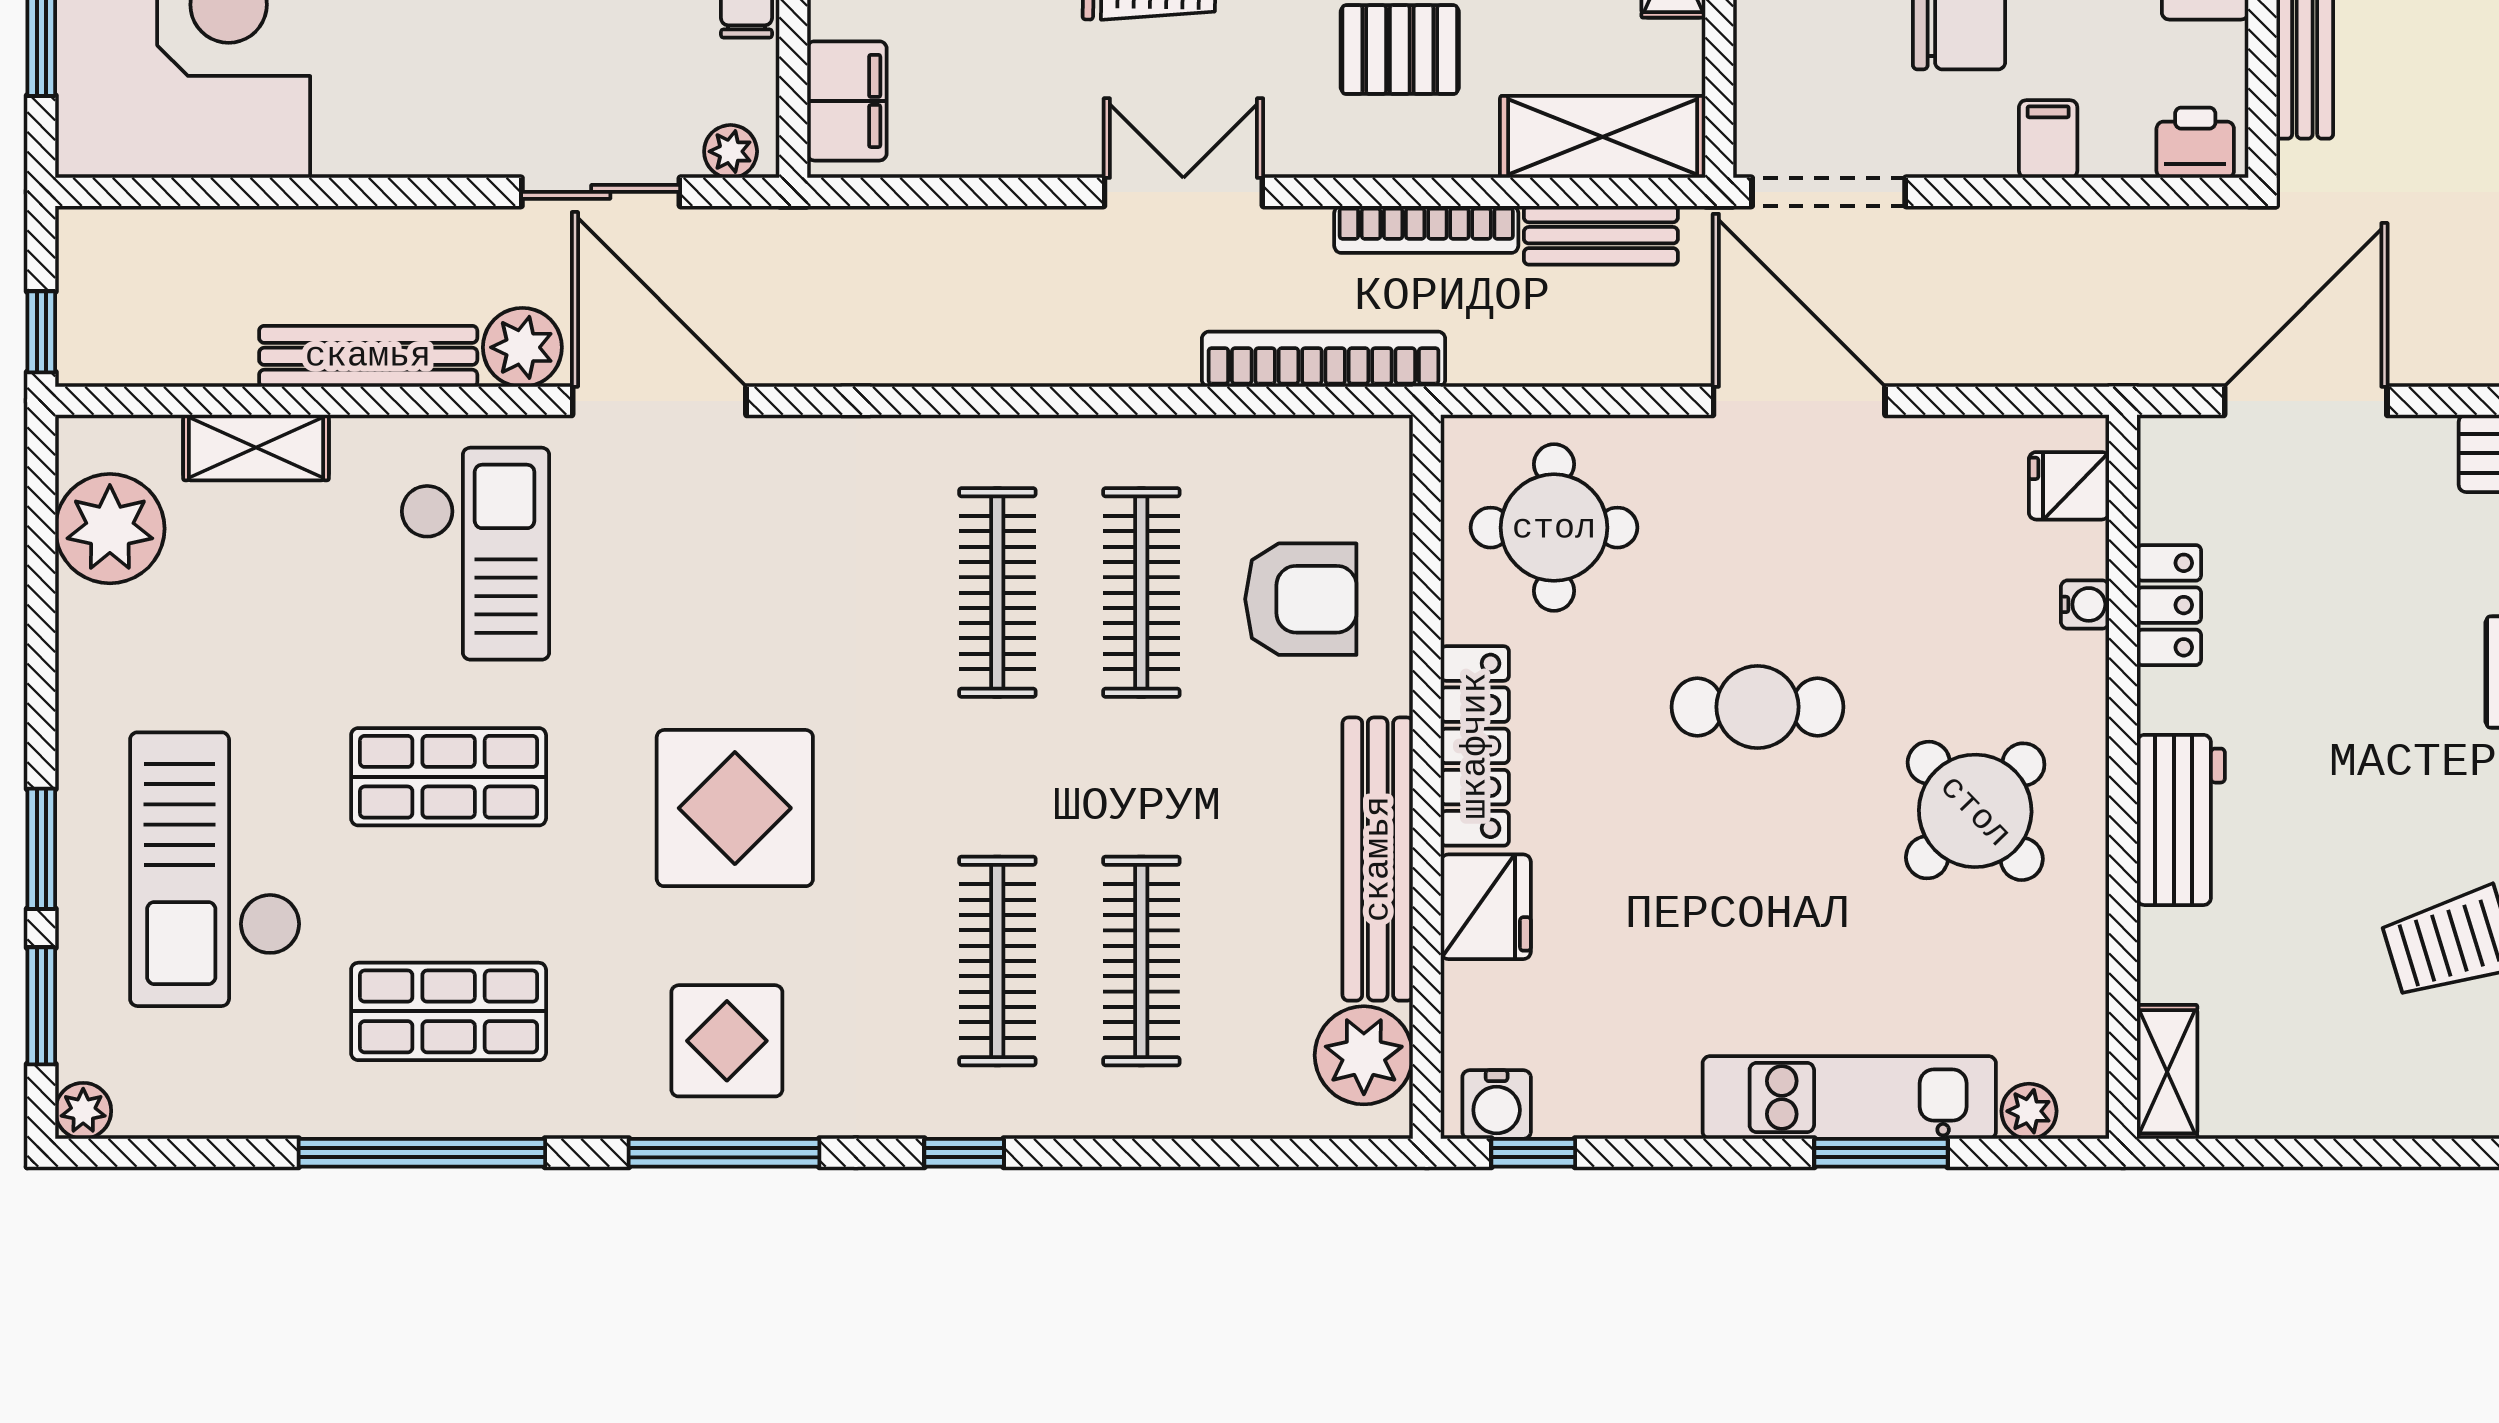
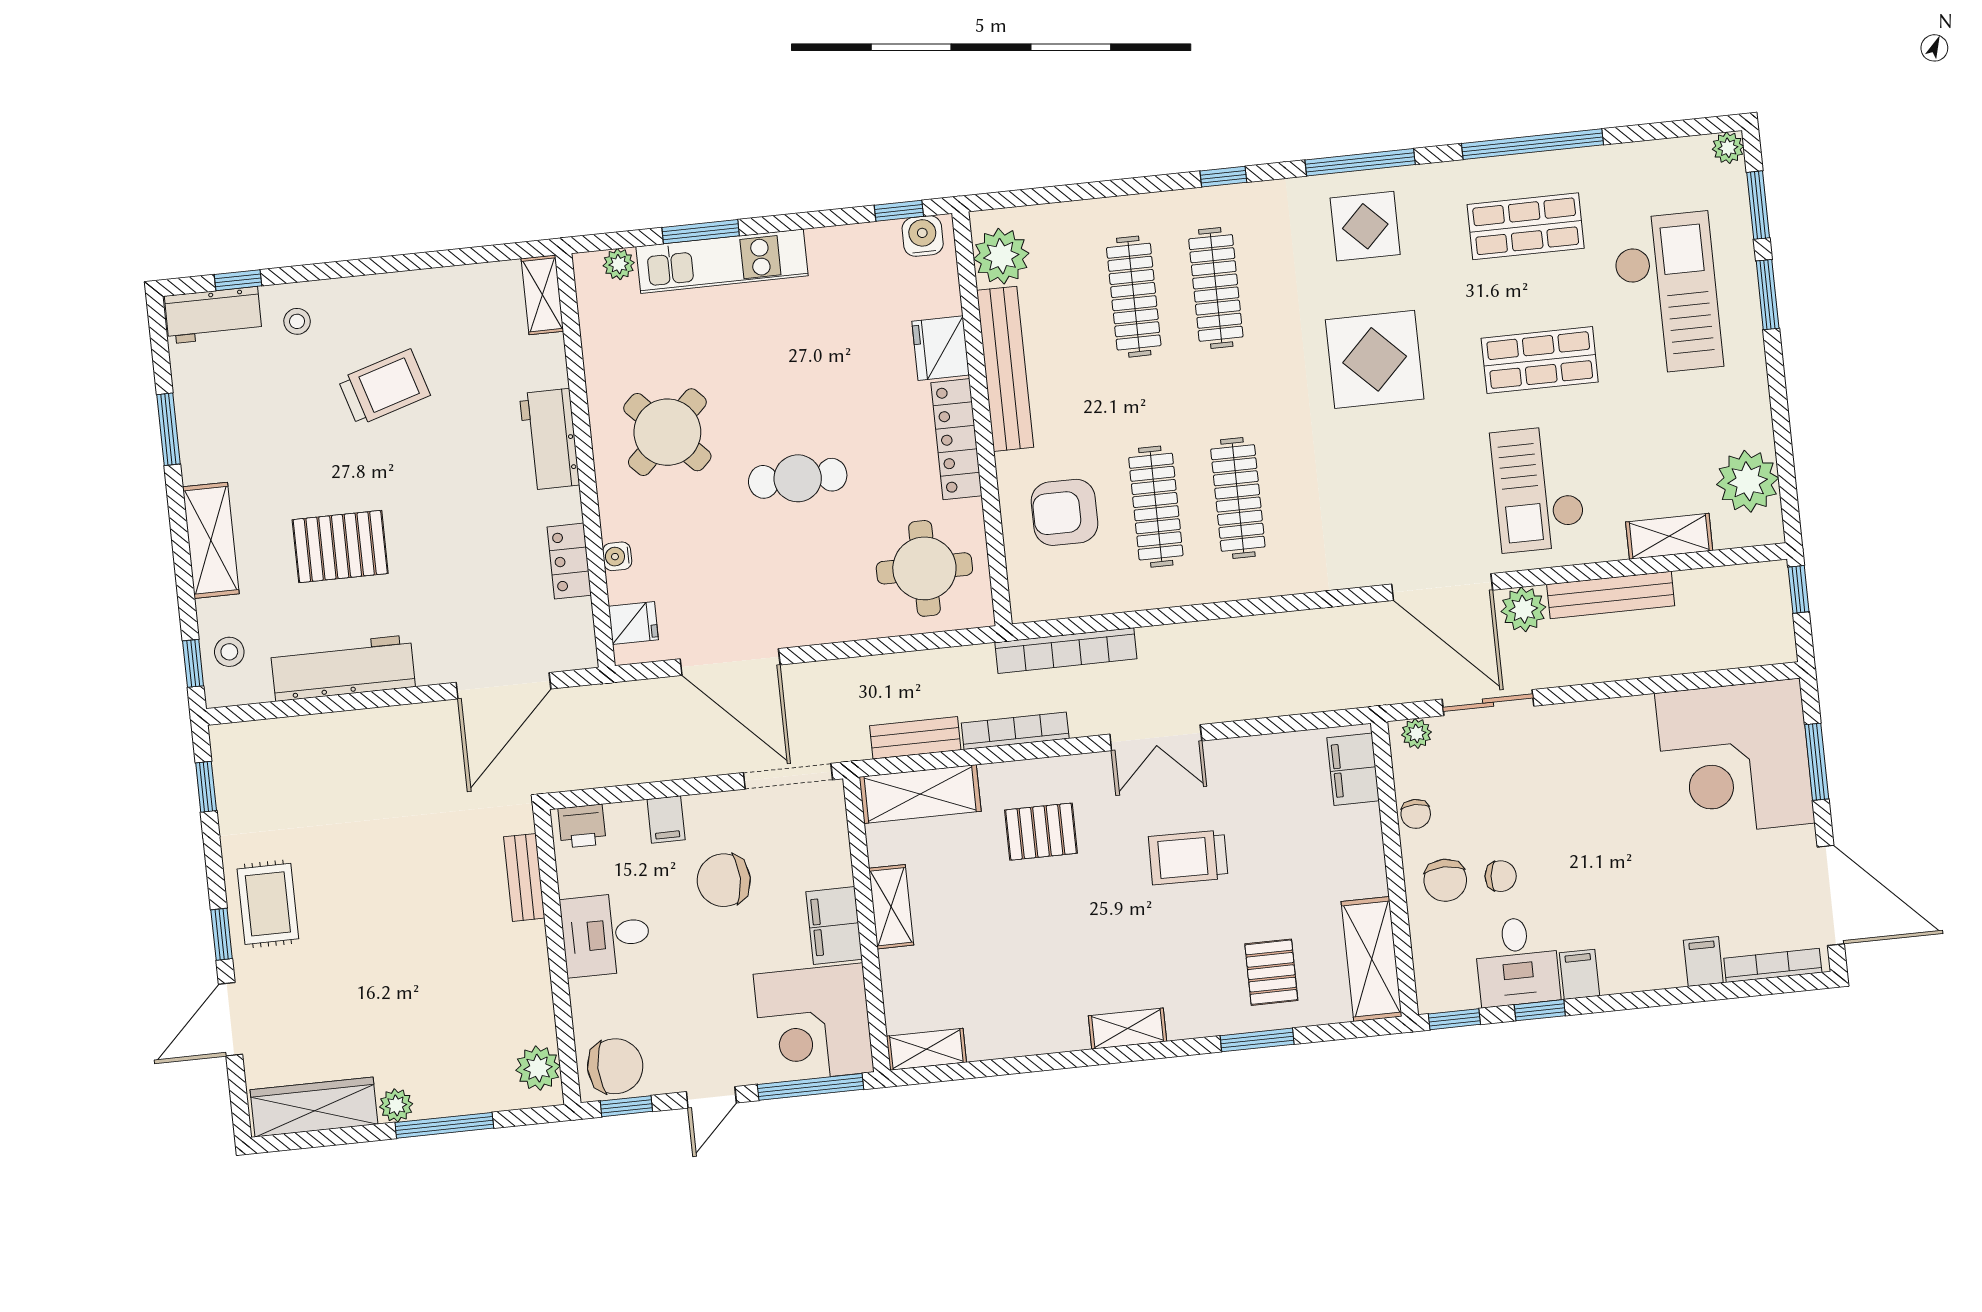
door: (1799, 401) -> (730, 662), moved

